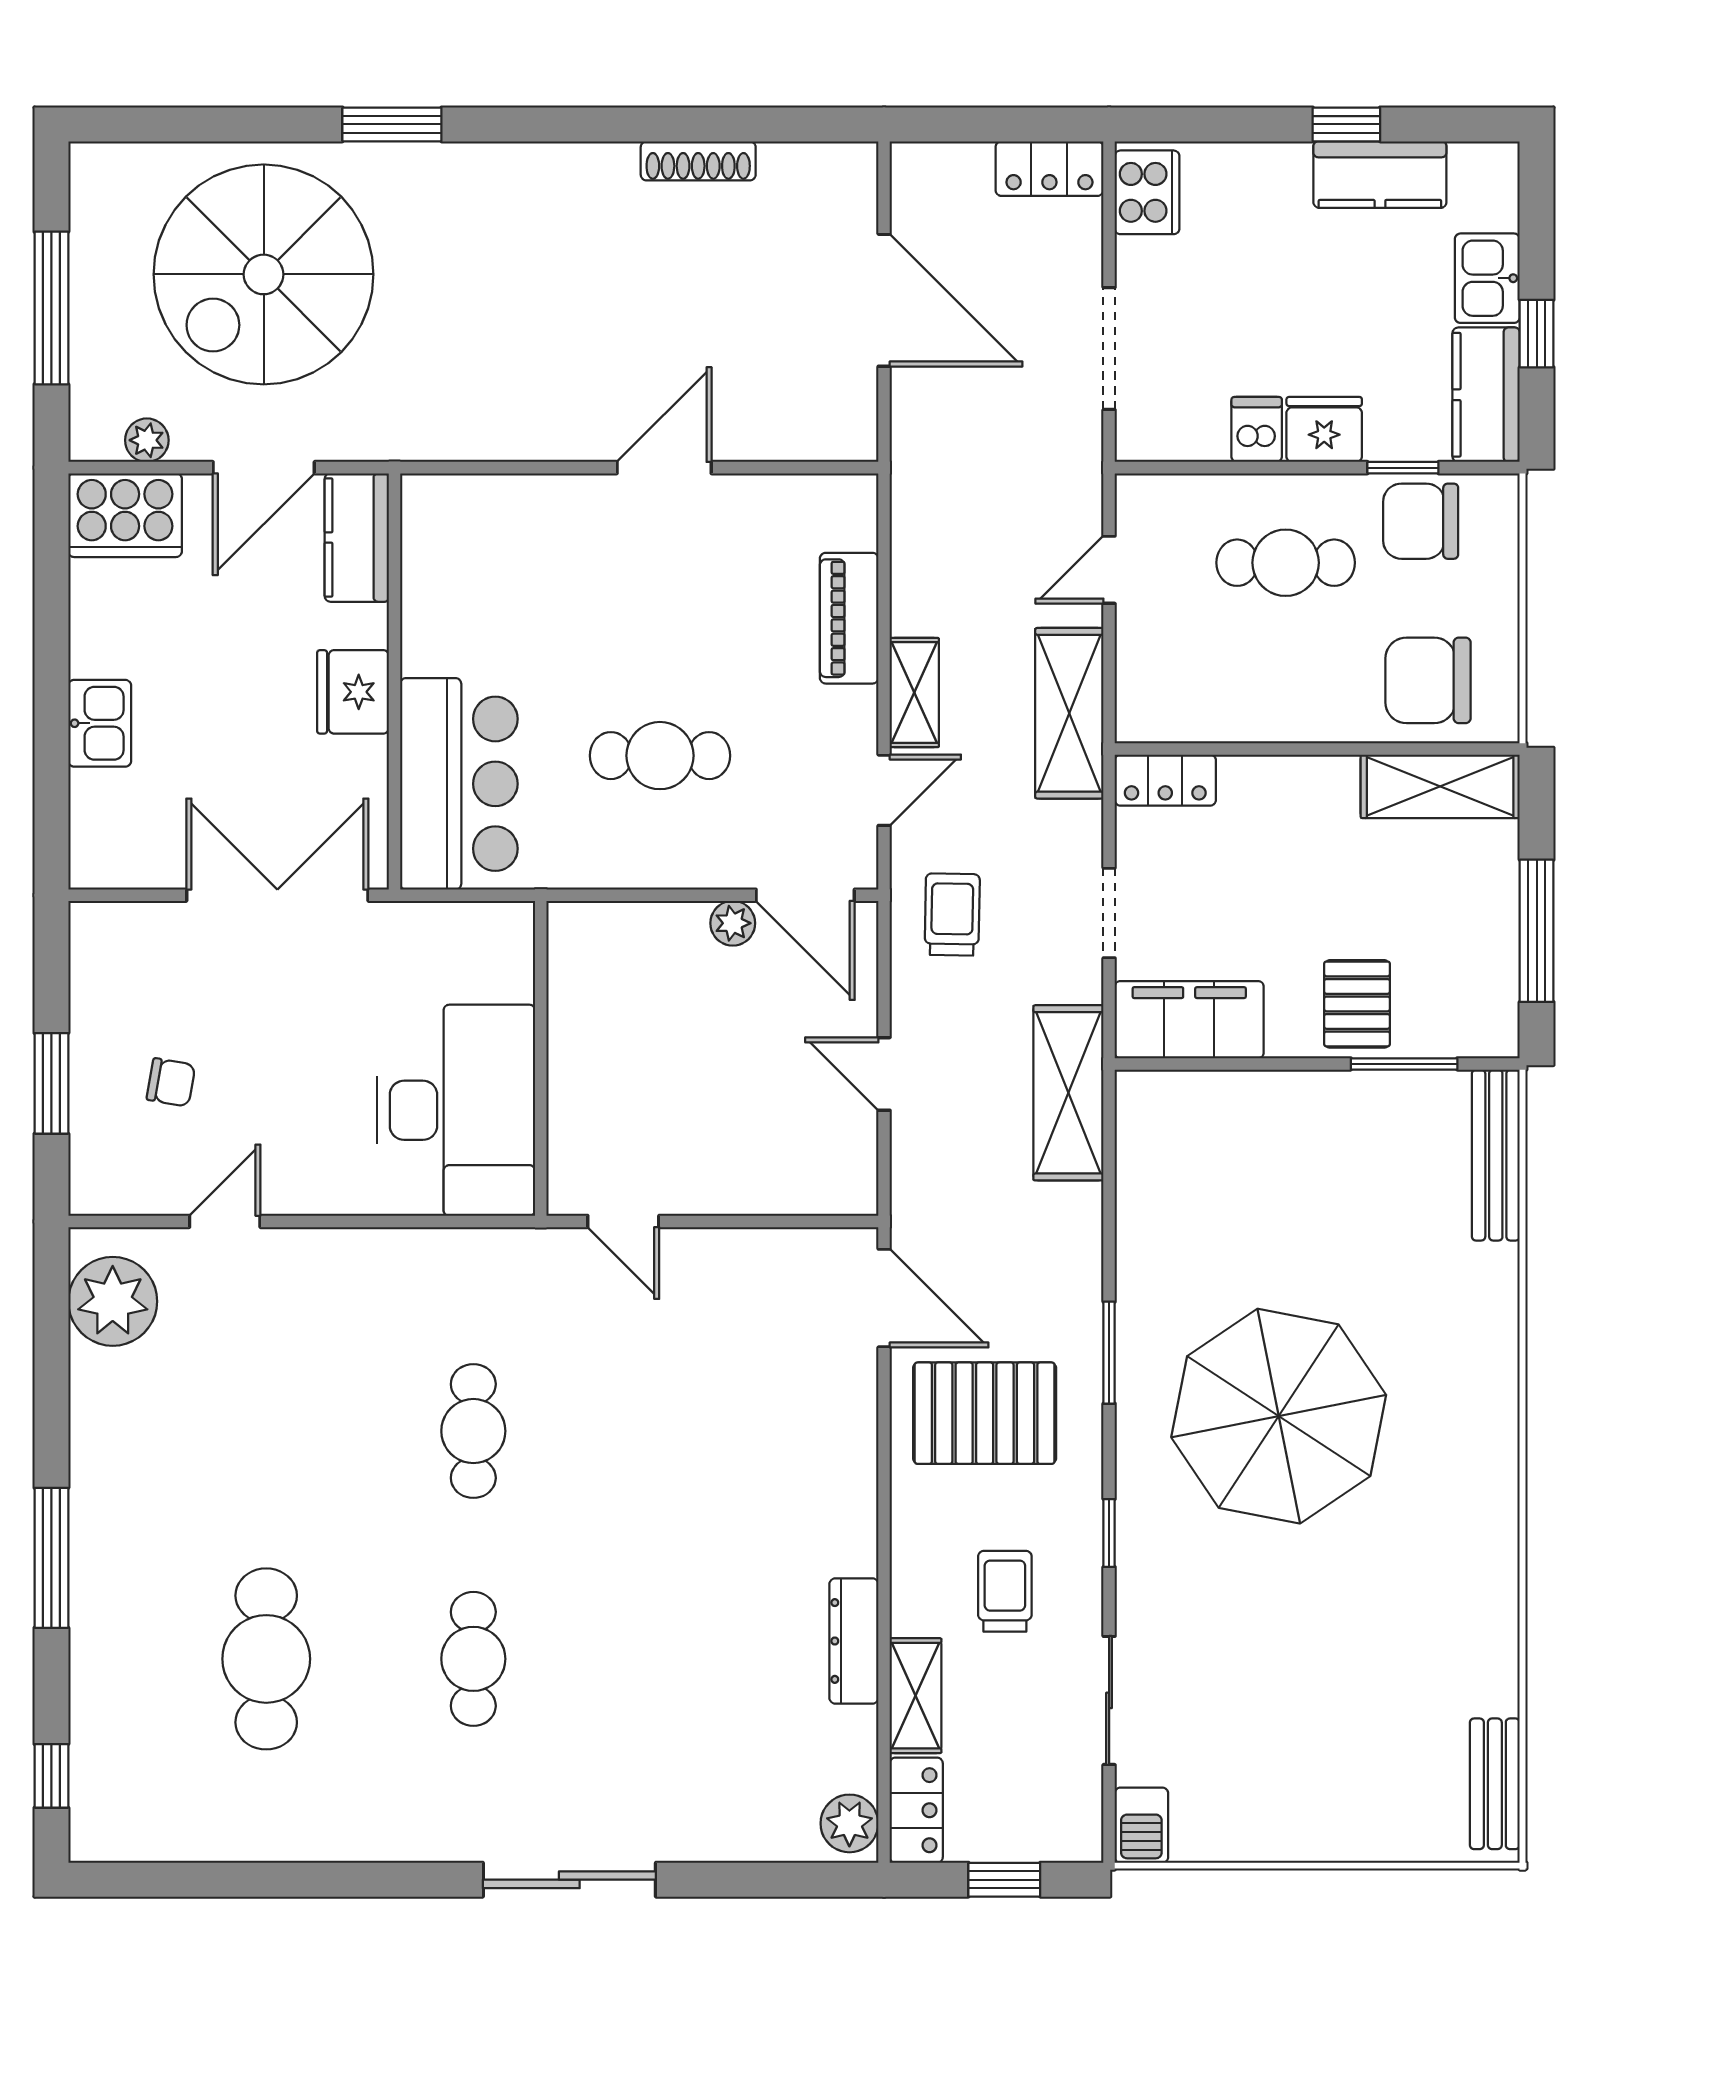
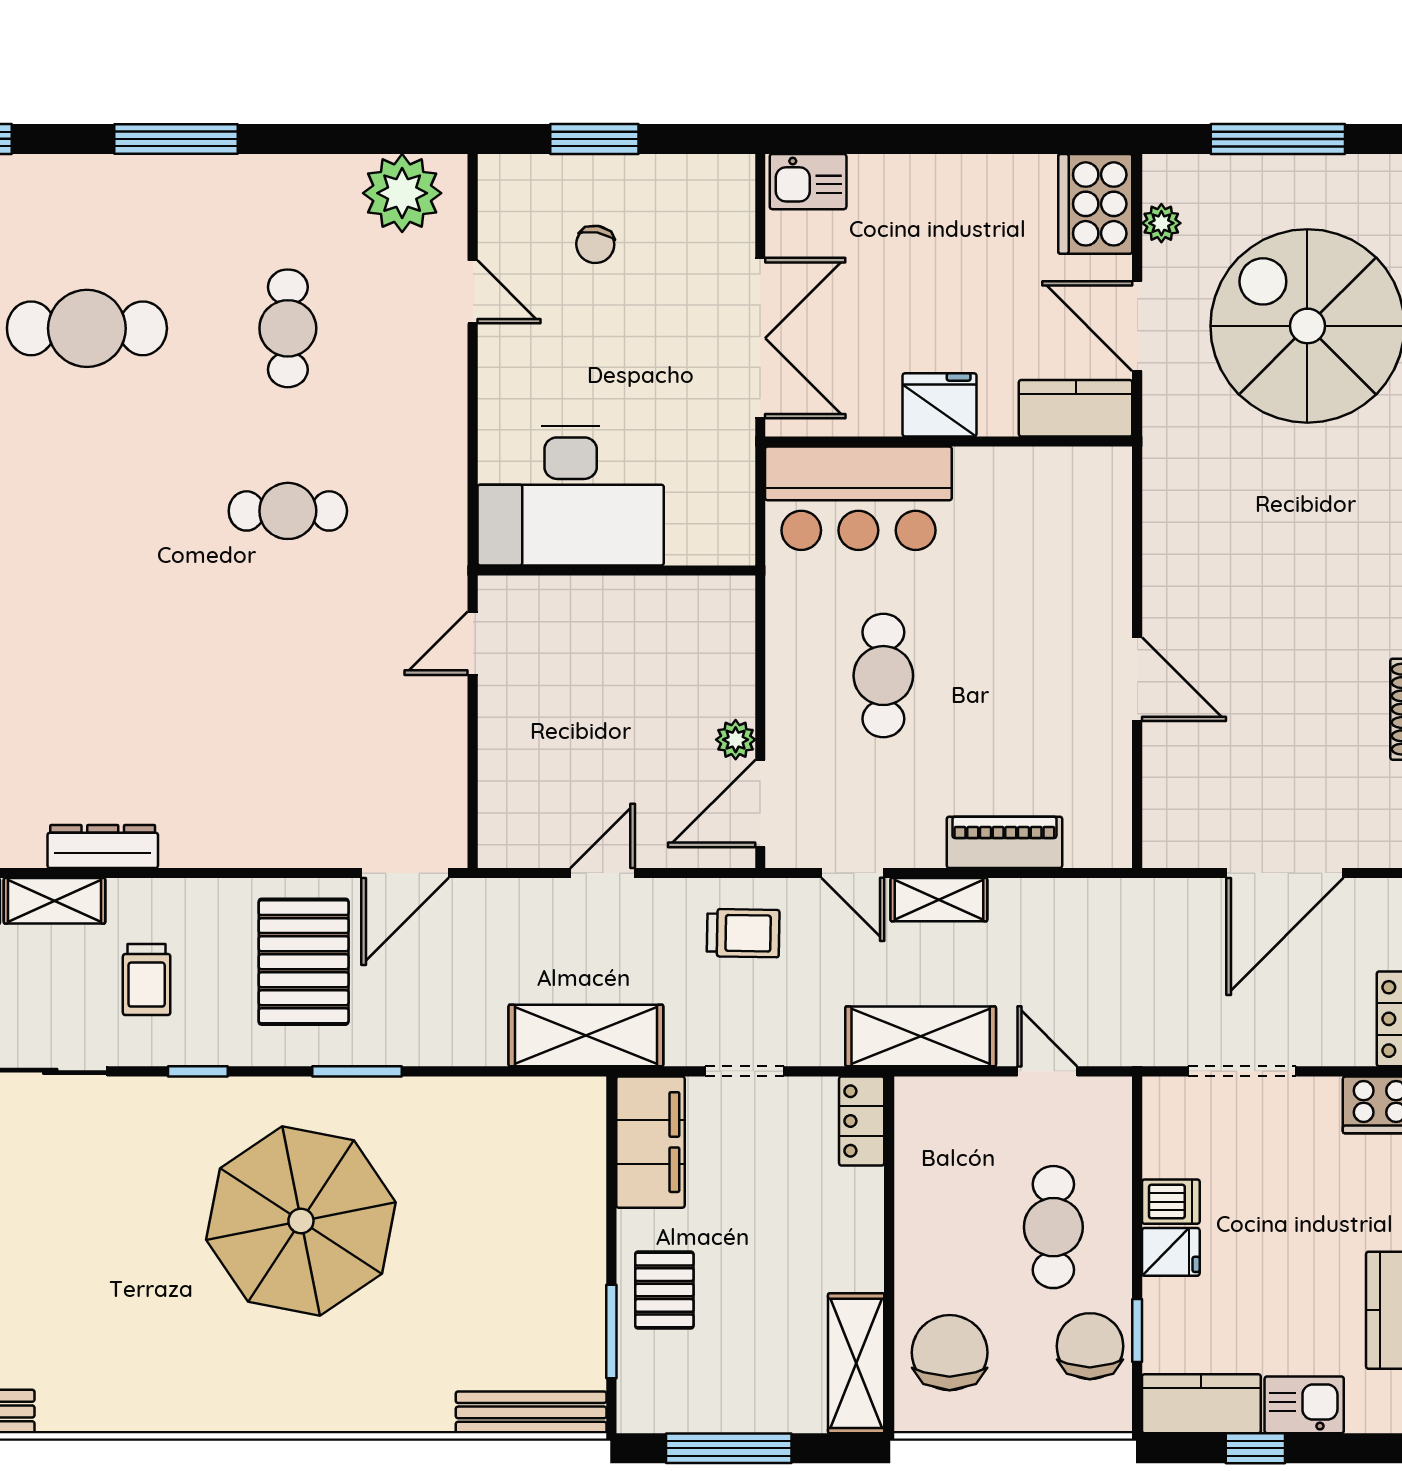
fridge: (1324, 429) -> (1171, 1252), width x0.72
kitchen sink: (100, 723) -> (808, 182), moved
pallet: (1357, 1004) -> (664, 1290), turned 90
trolley: (1005, 1591) -> (147, 980), turned 90
cafe table: (473, 1659) -> (288, 328), moved, turned 90

